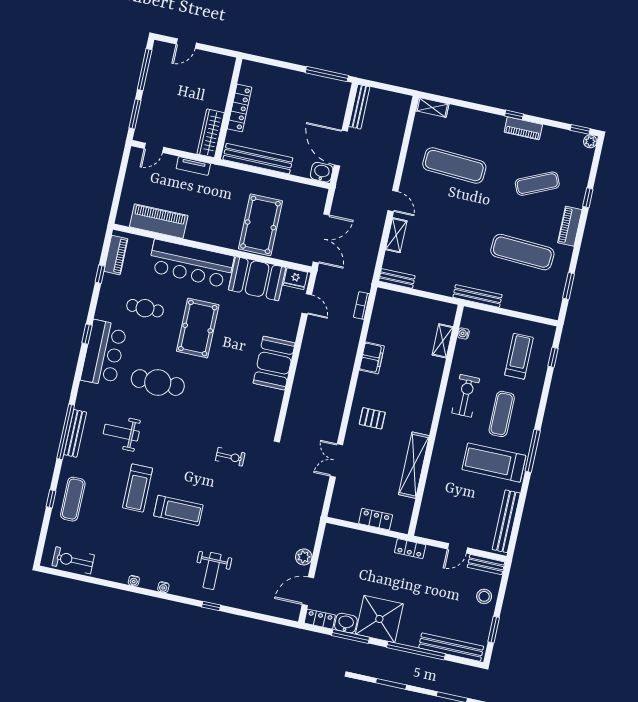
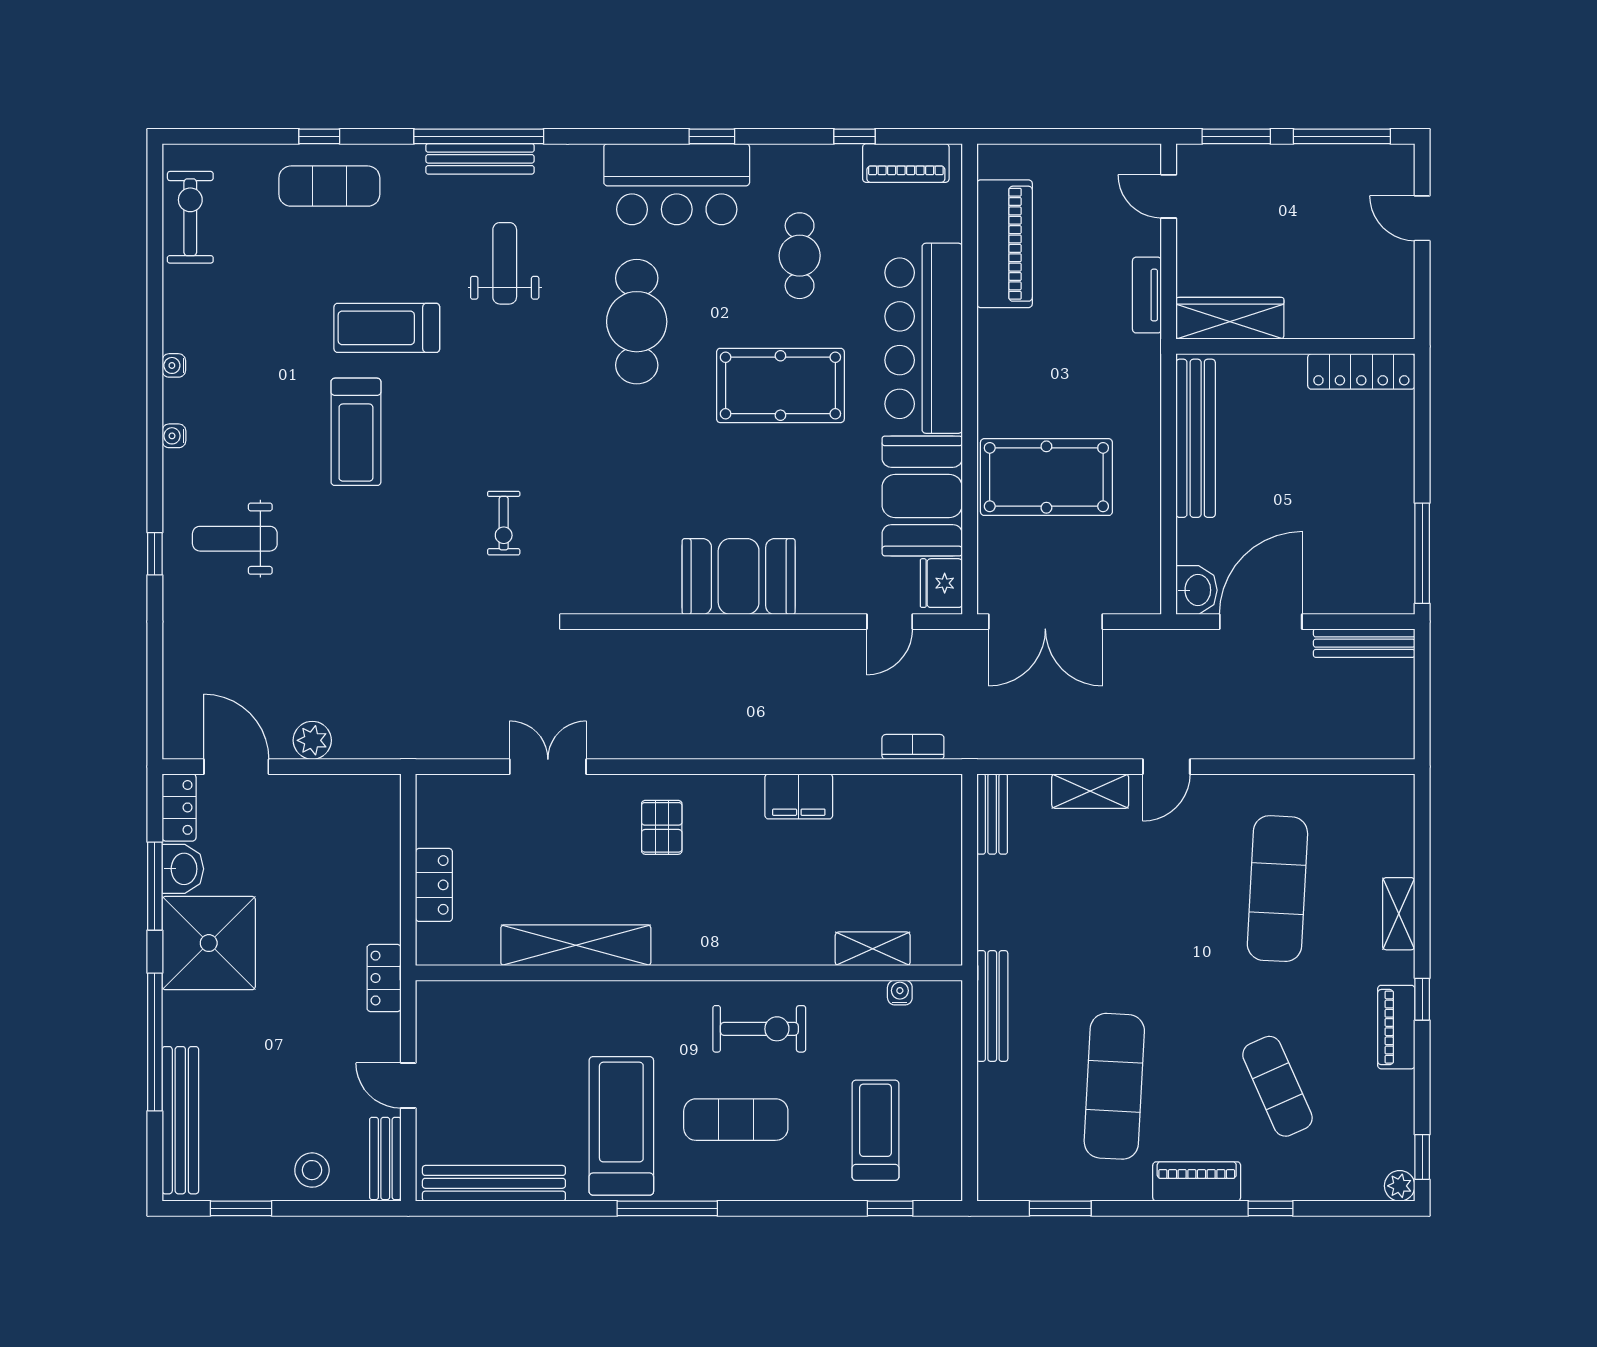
shelving: (432, 107) -> (1399, 914), moved
locker: (240, 108) -> (1361, 371), moved
treadmill: (519, 356) -> (875, 1130), turned -90

